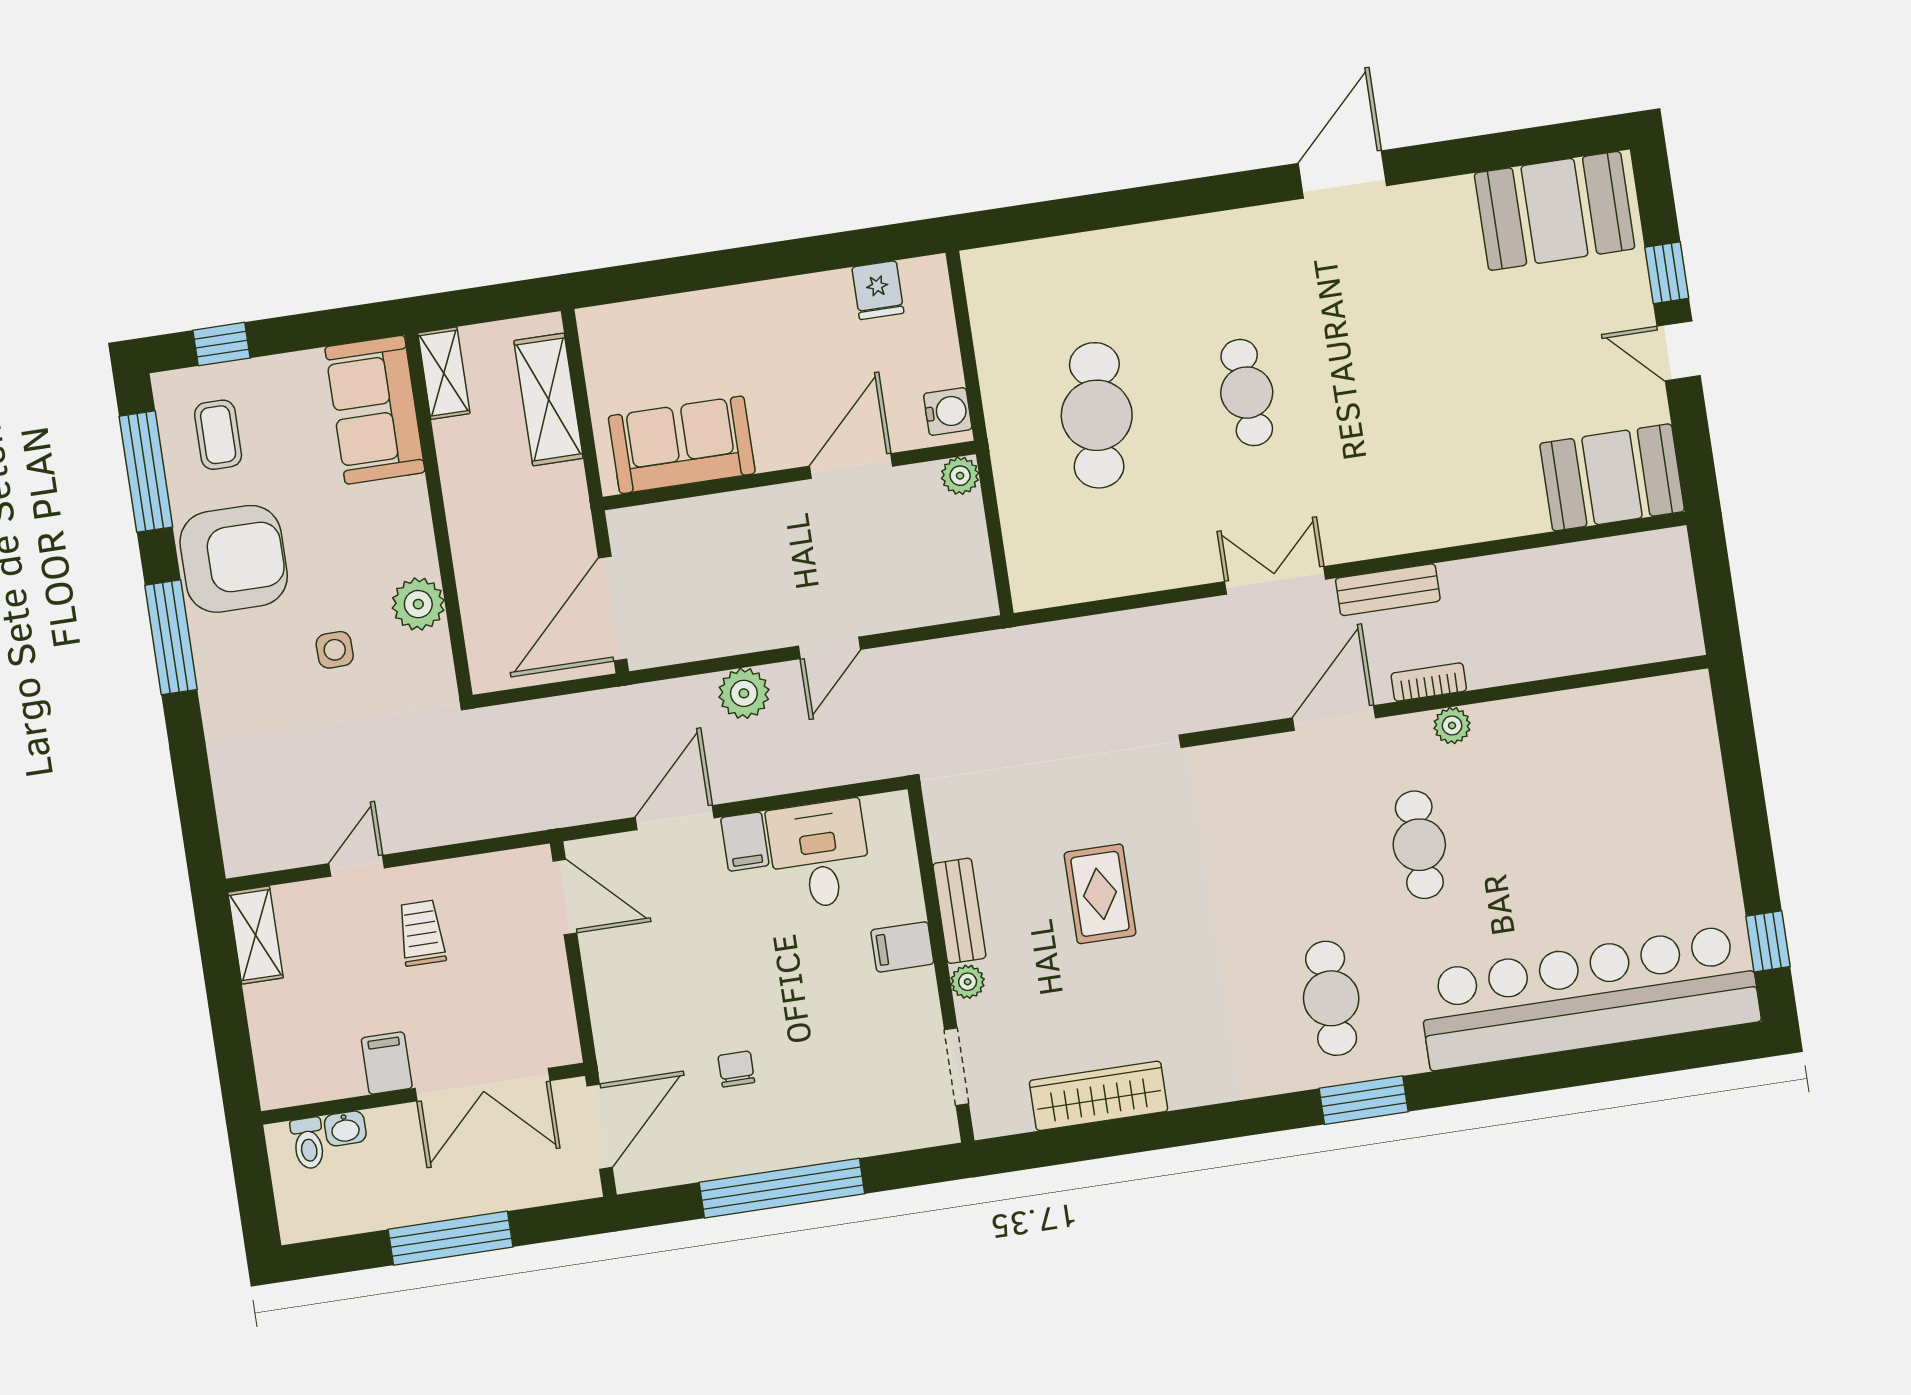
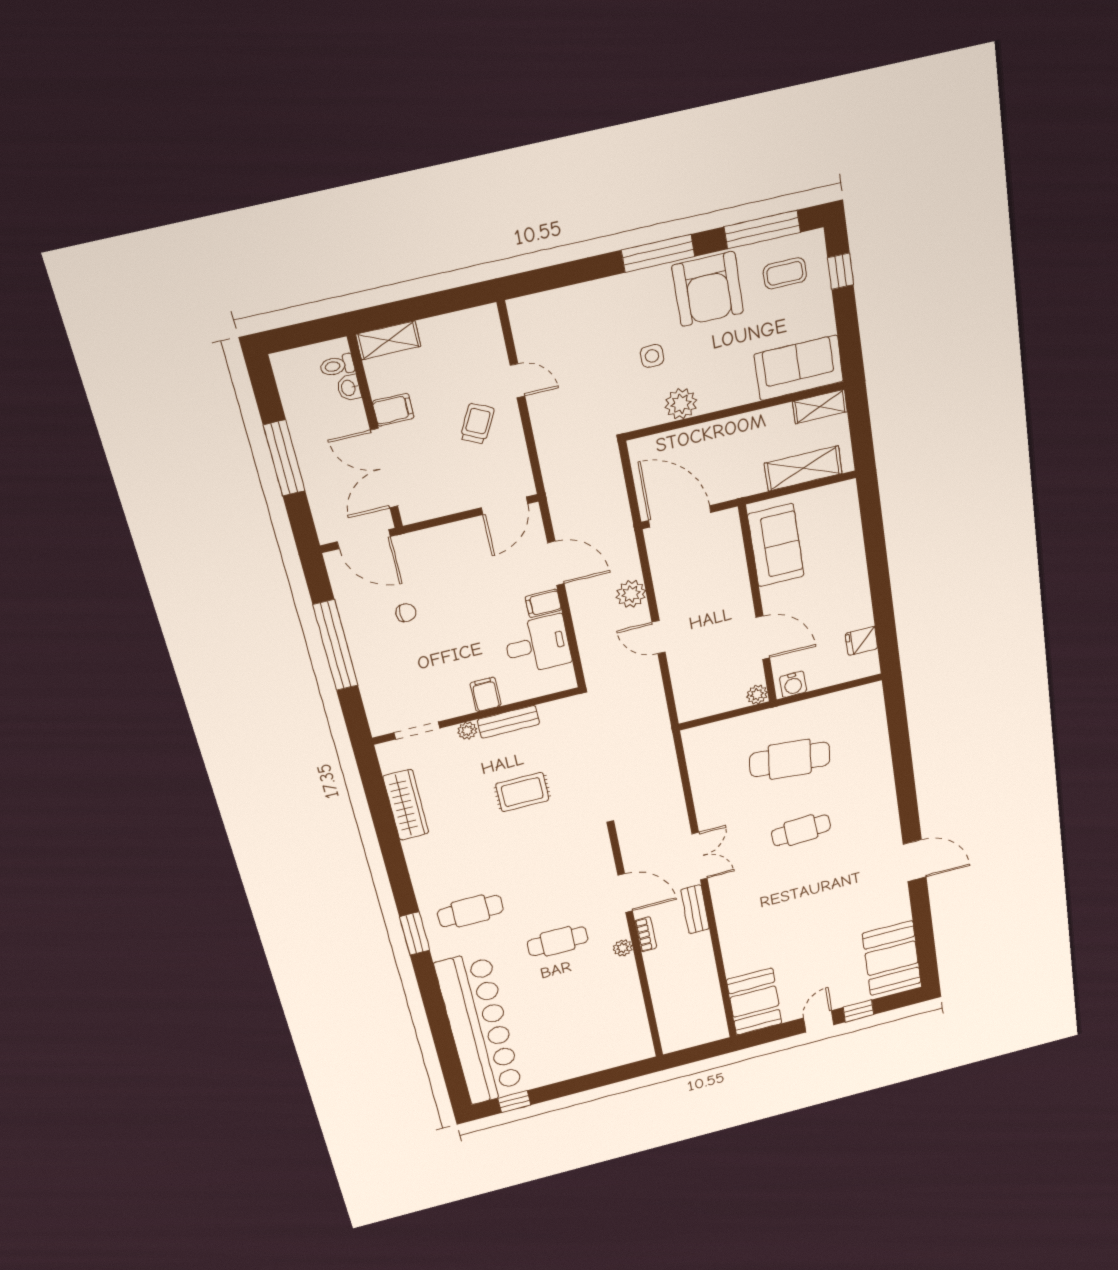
trolley: (422, 933) -> (477, 424), turned -63
shelving: (256, 935) -> (388, 340), moved

